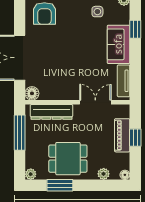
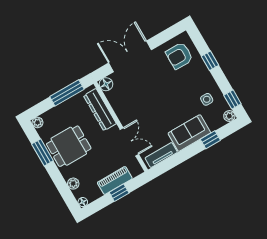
dining table: (68, 159) -> (69, 146), turned 90

